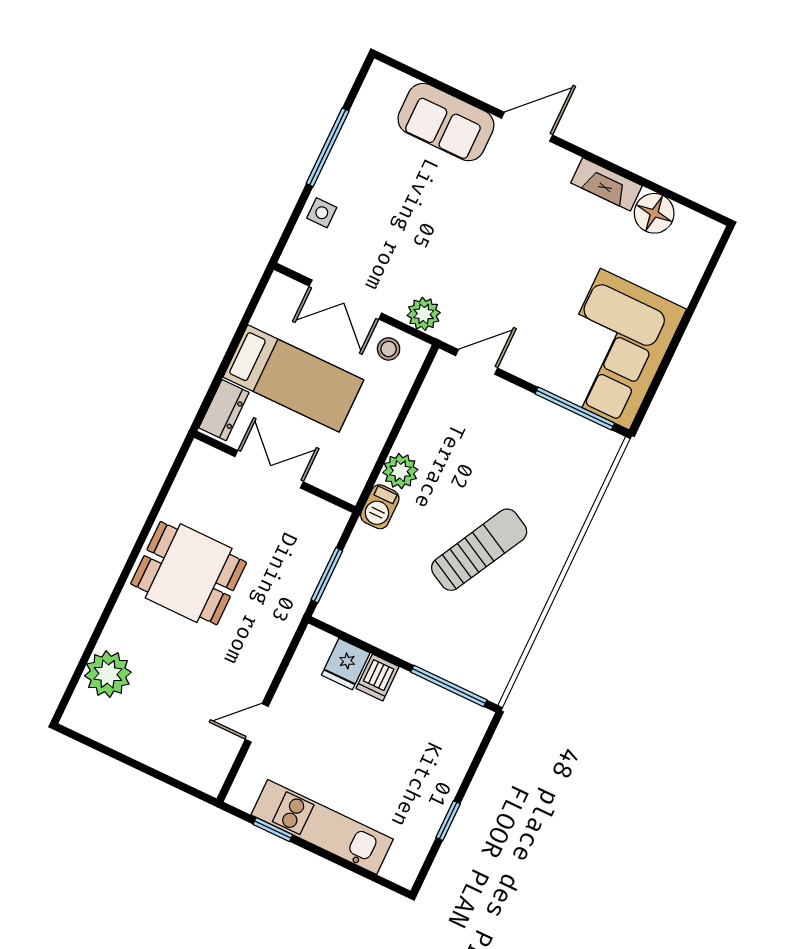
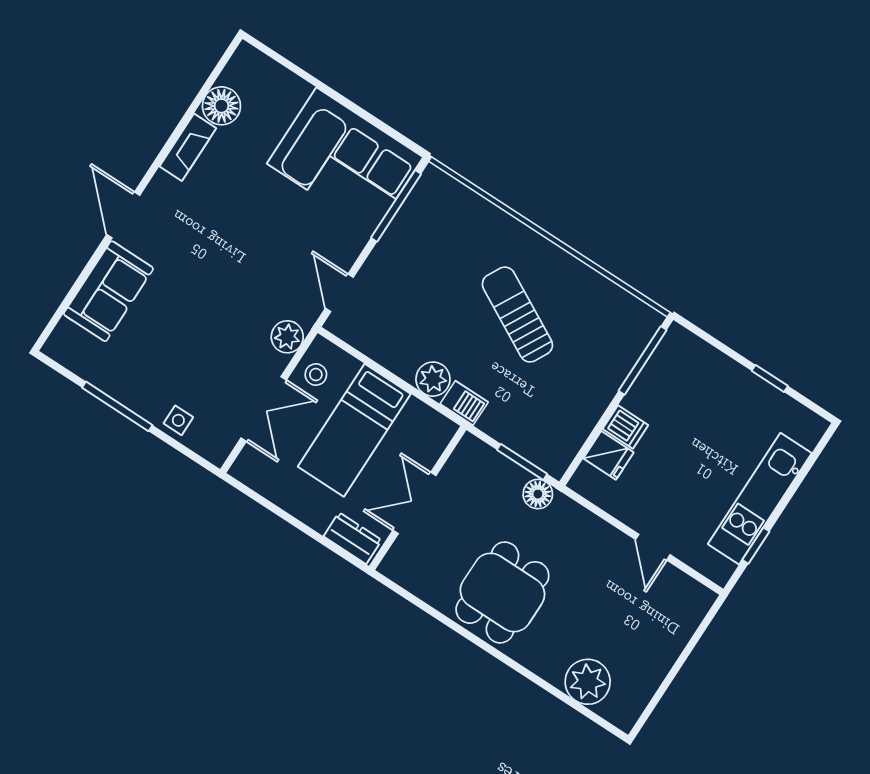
bed: (293, 378) -> (354, 430), moved, turned 180
floor lamp: (296, 596) -> (538, 494), added

